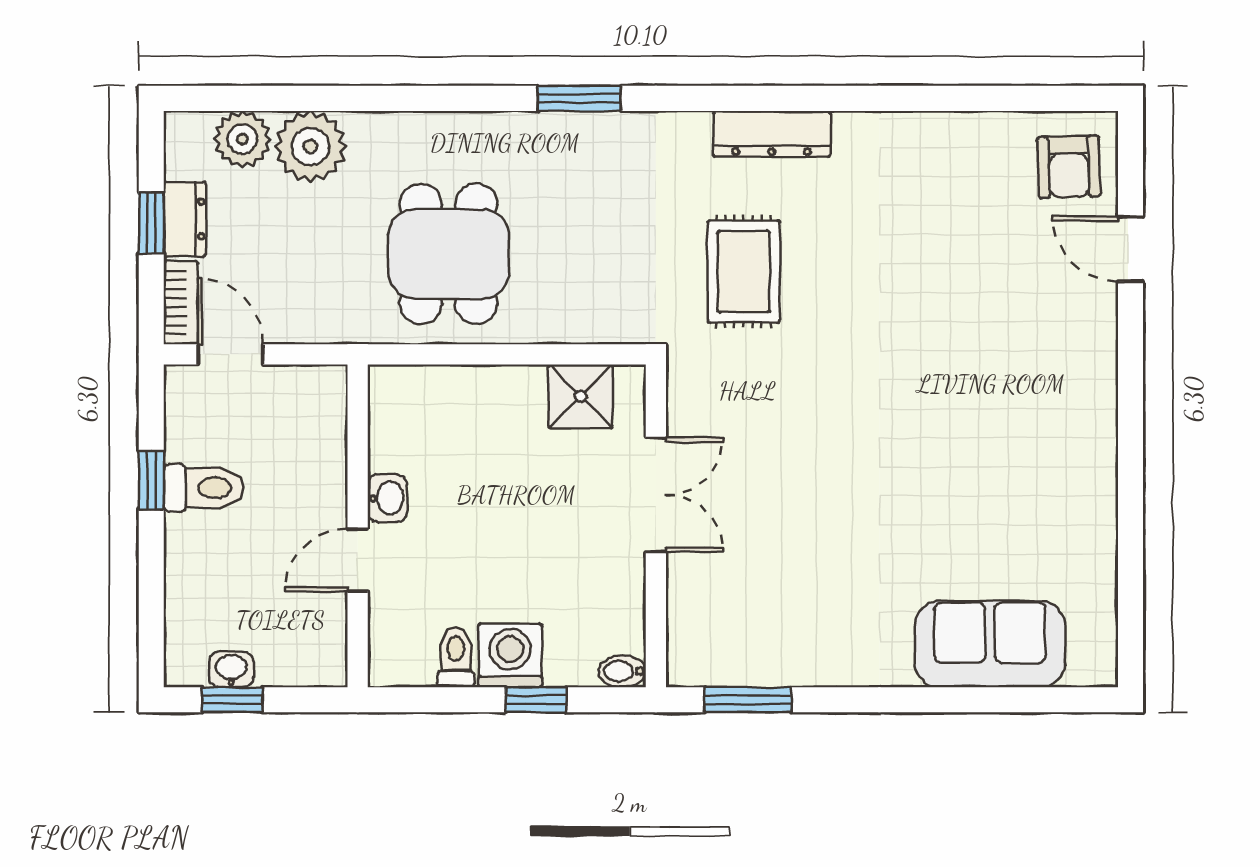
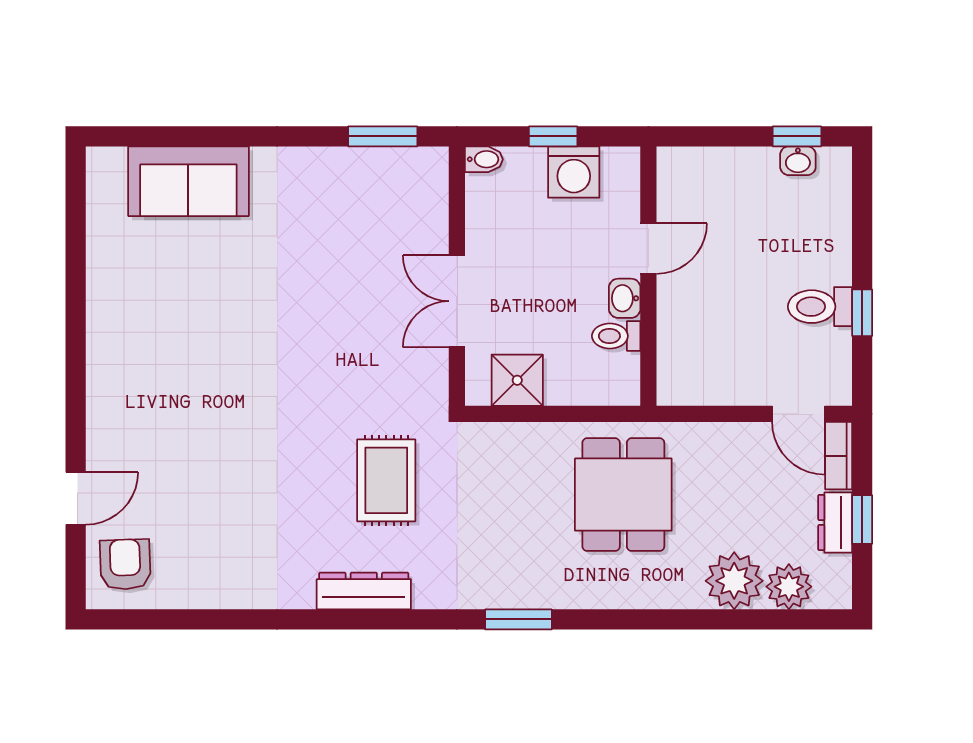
door: (1130, 249) -> (76, 498), hinge flipped
washbasin: (387, 498) -> (625, 298), moved
wall: (358, 526) -> (648, 276), moved
door: (358, 560) -> (648, 249), moved
toilet: (456, 657) -> (616, 336), moved, turned 90

